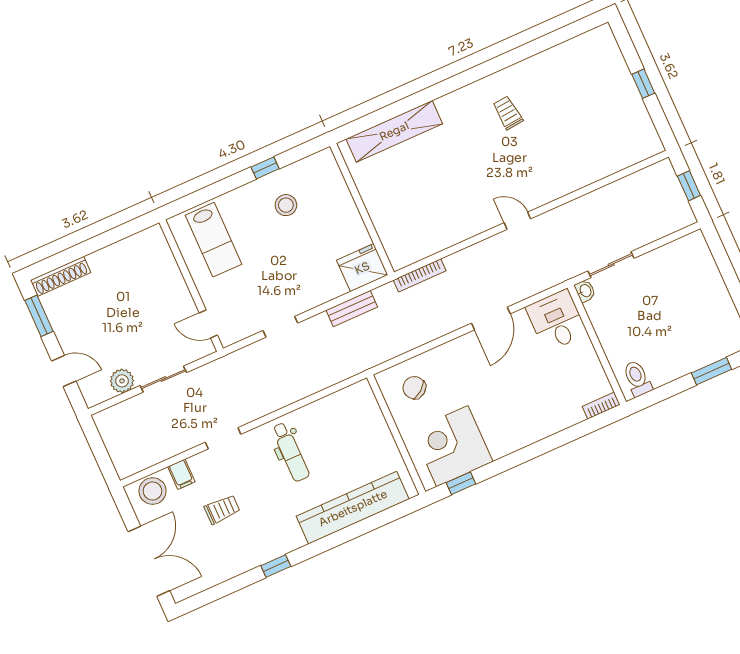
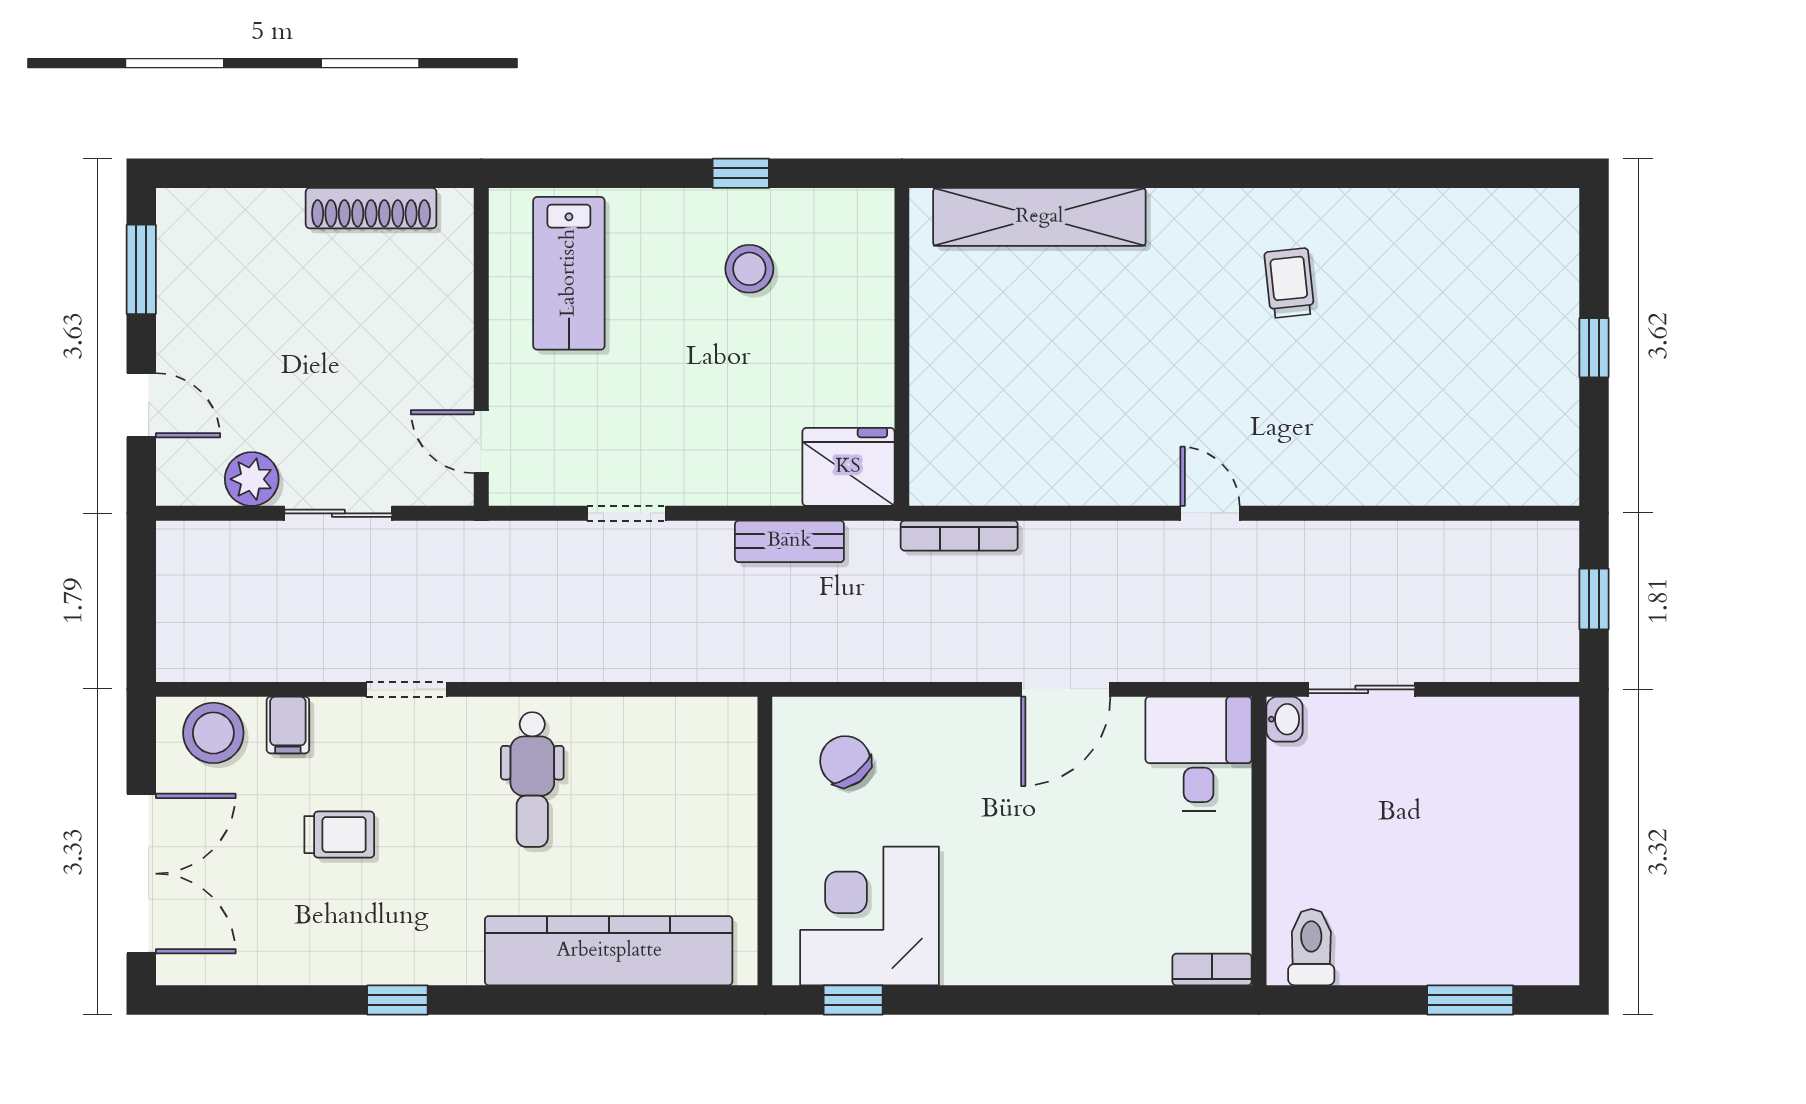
shoe rack: (61, 276) -> (371, 208), moved

